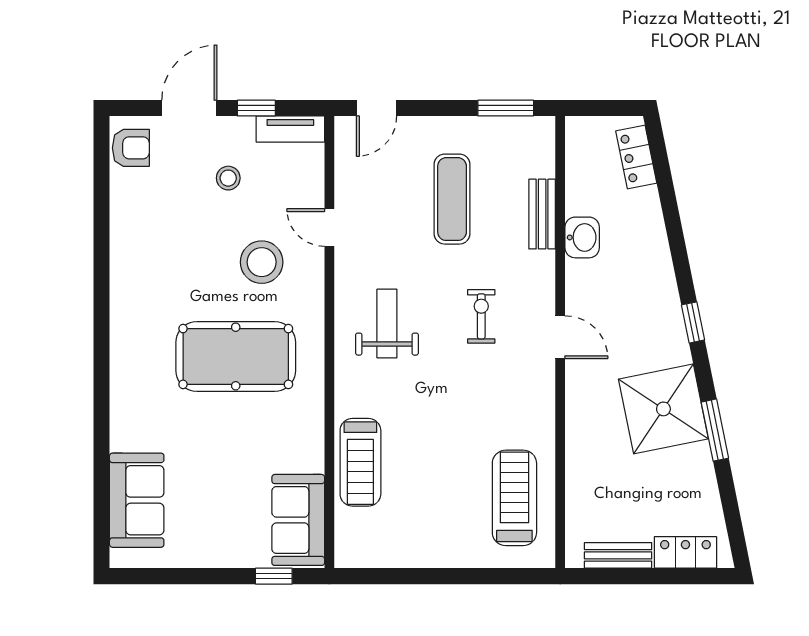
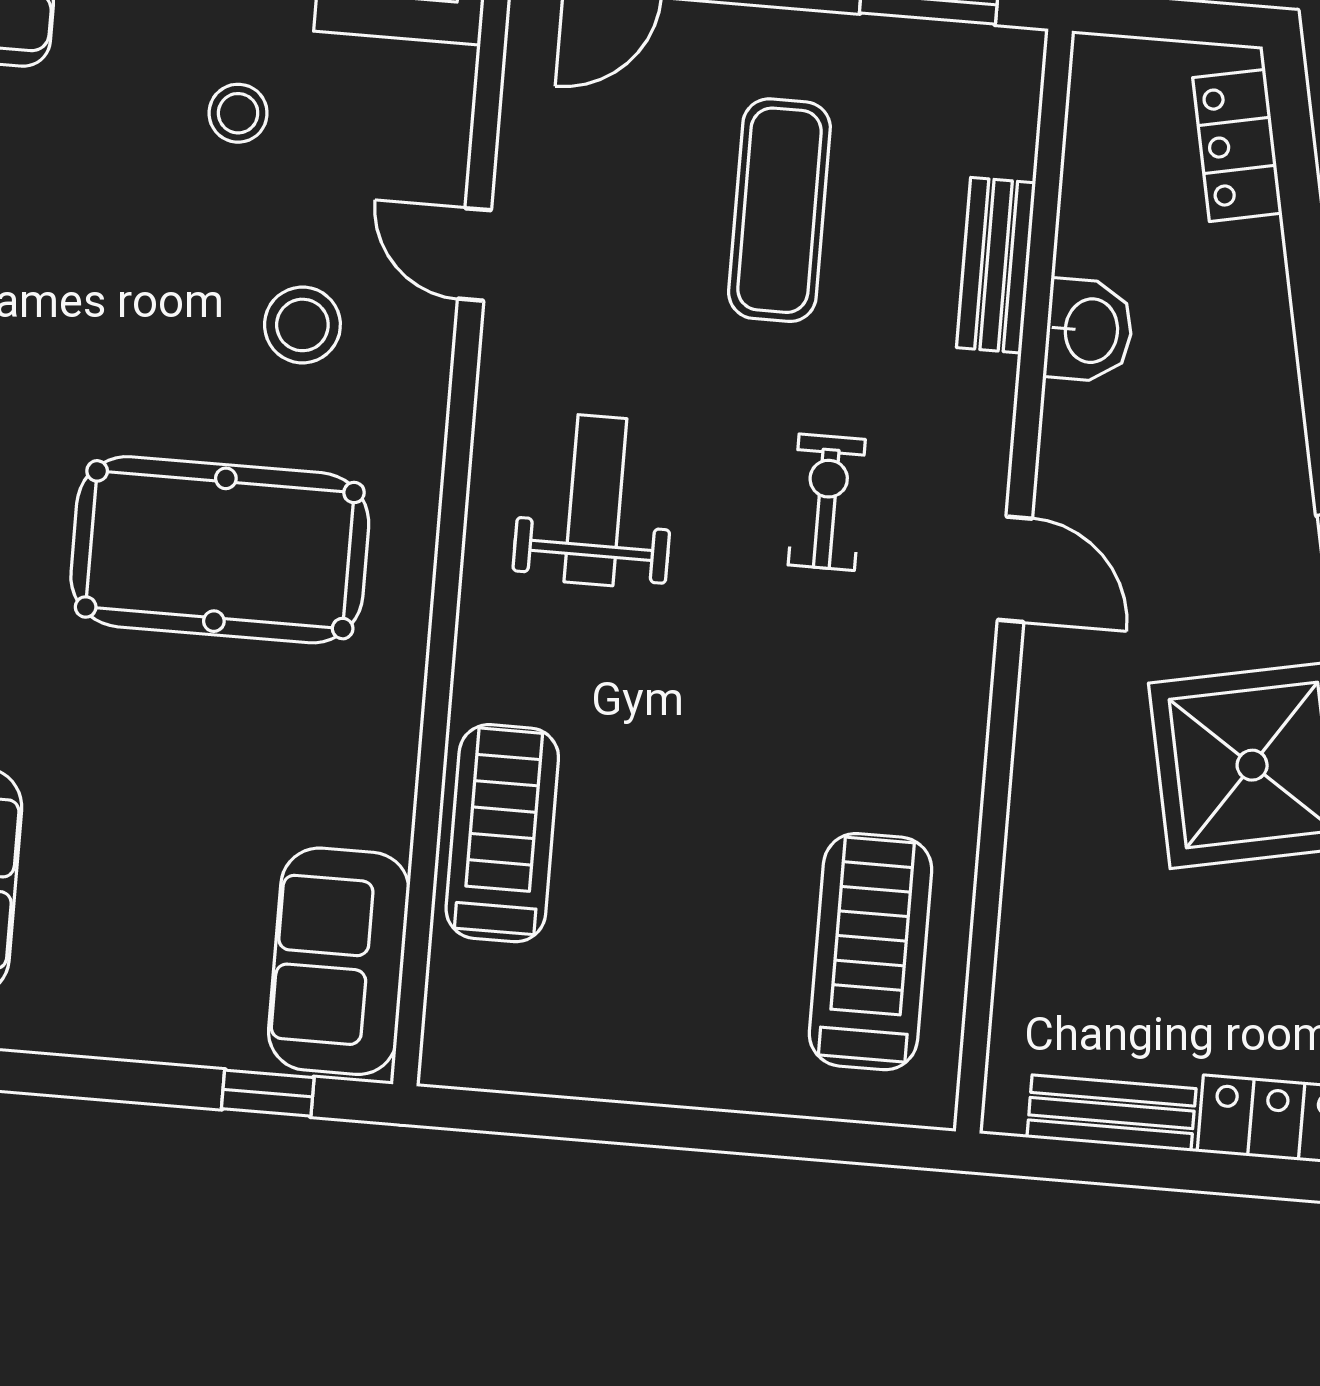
stool: (262, 262) -> (302, 325), width x0.73, depth x0.73
treadmill: (360, 462) -> (502, 833), turned 180

